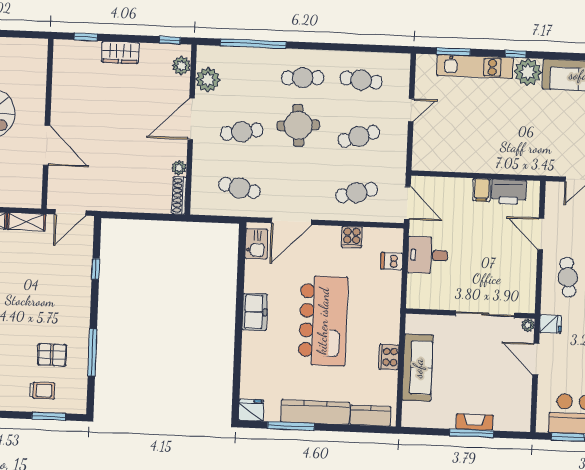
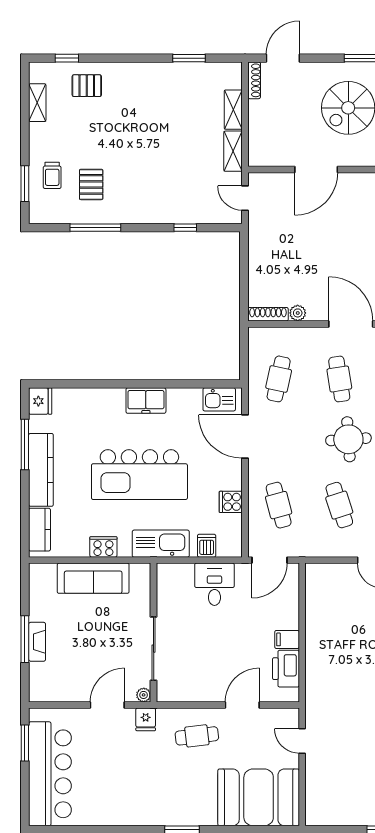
door: (70, 212) -> (245, 198), width x0.73
kitchen sink: (388, 304) -> (161, 544), added

